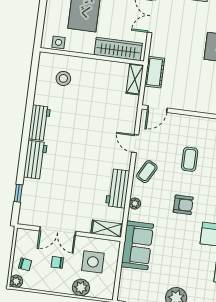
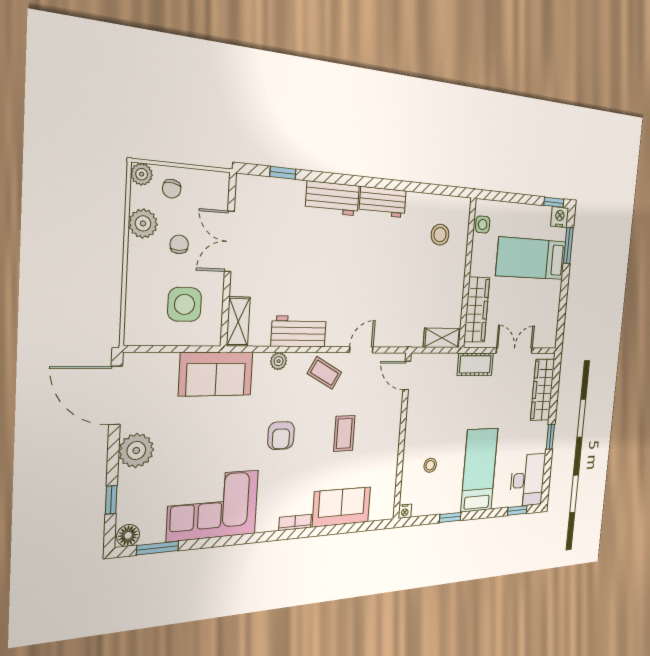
cot: (155, 72) -> (475, 364), moved
coffee table: (190, 159) -> (344, 433), turned 90
plant: (81, 288) -> (143, 223), moved

